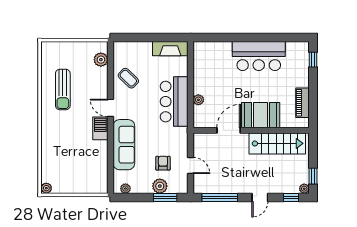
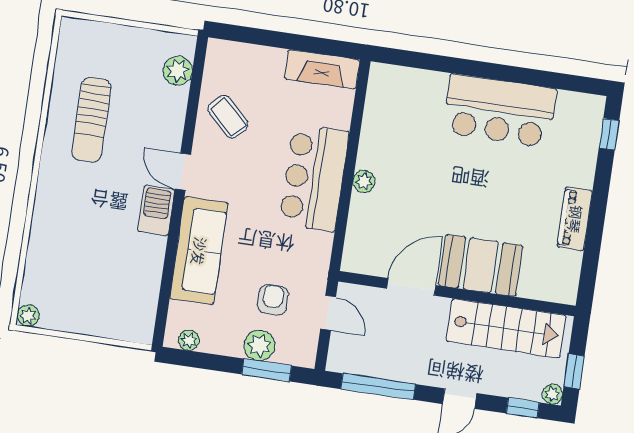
booth: (261, 115) -> (481, 265), moved
door: (229, 130) -> (411, 287), moved
wall: (251, 130) -> (457, 294), moved
stairs: (277, 143) -> (506, 328), moved

